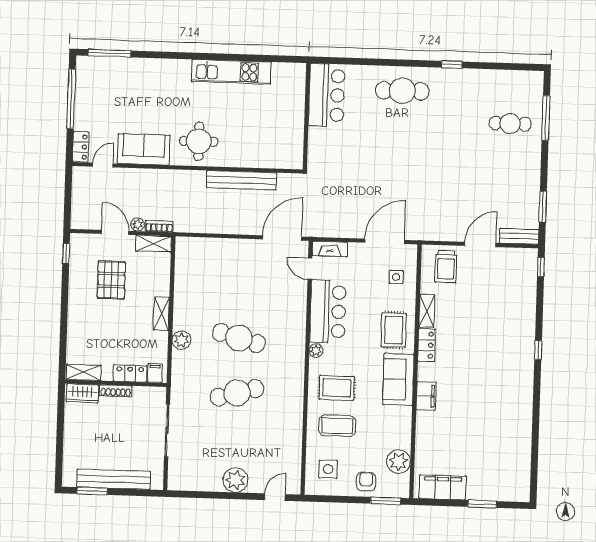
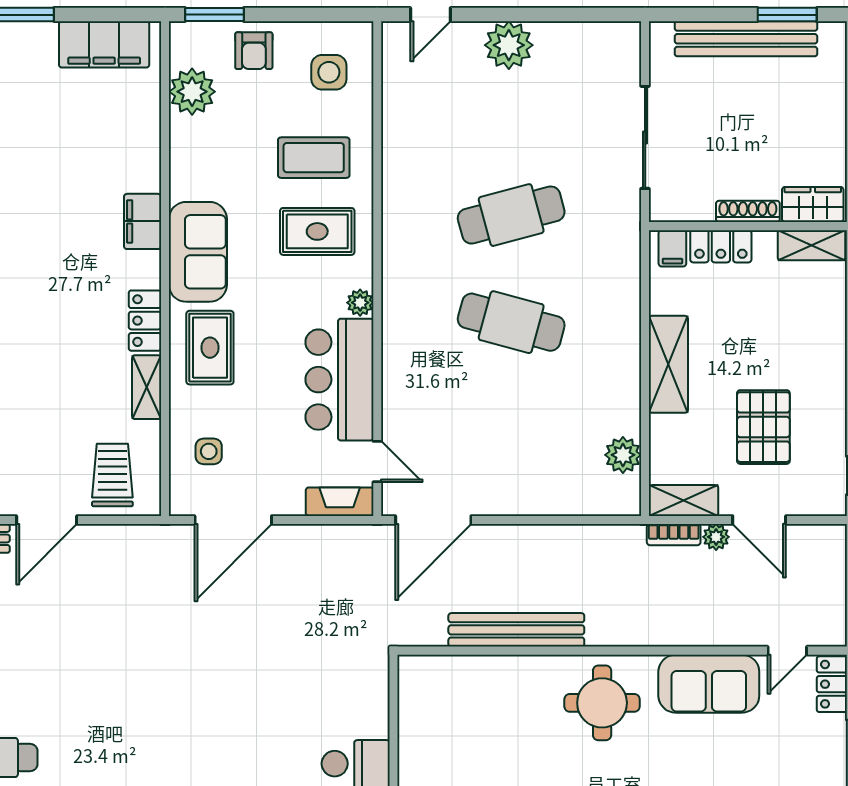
shelving: (161, 314) -> (668, 364), width x1.50, depth x1.33
plant: (181, 340) -> (623, 455), moved

